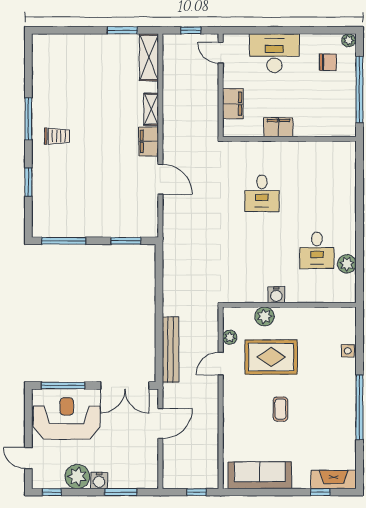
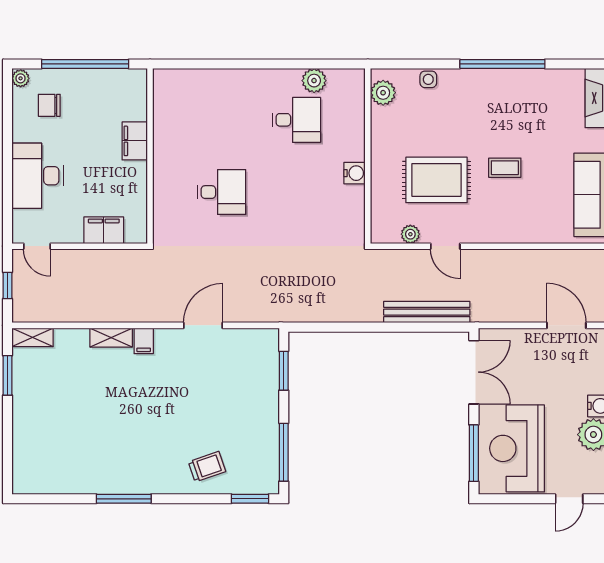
door: (221, 53) -> (37, 246), hinge flipped
shelving: (149, 57) -> (33, 337), width x0.67, depth x0.75
chair: (328, 62) -> (49, 105), turned -90
filing cabinet: (278, 127) -> (135, 141), moved
trolley: (57, 136) -> (207, 467), moved, turned 71
filing cabinet: (149, 141) -> (144, 341), width x0.50
window: (28, 182) -> (250, 499), moved
plant: (265, 316) -> (383, 93), moved
rug: (271, 357) -> (437, 180), turned 90
door: (160, 423) -> (566, 325), moved

